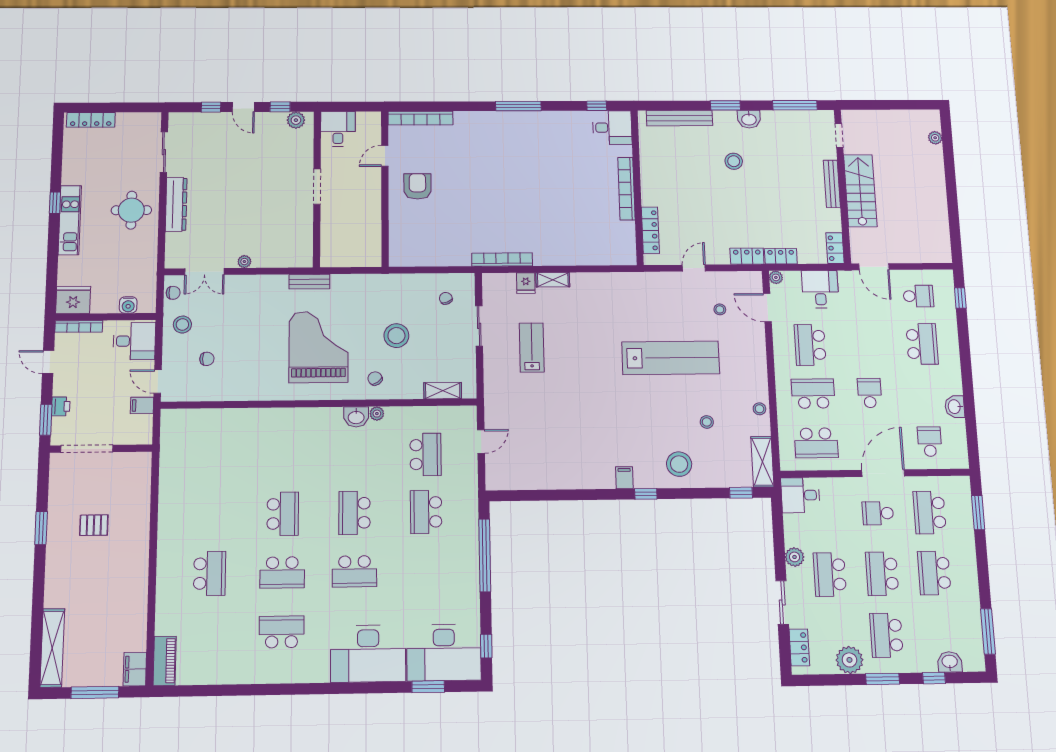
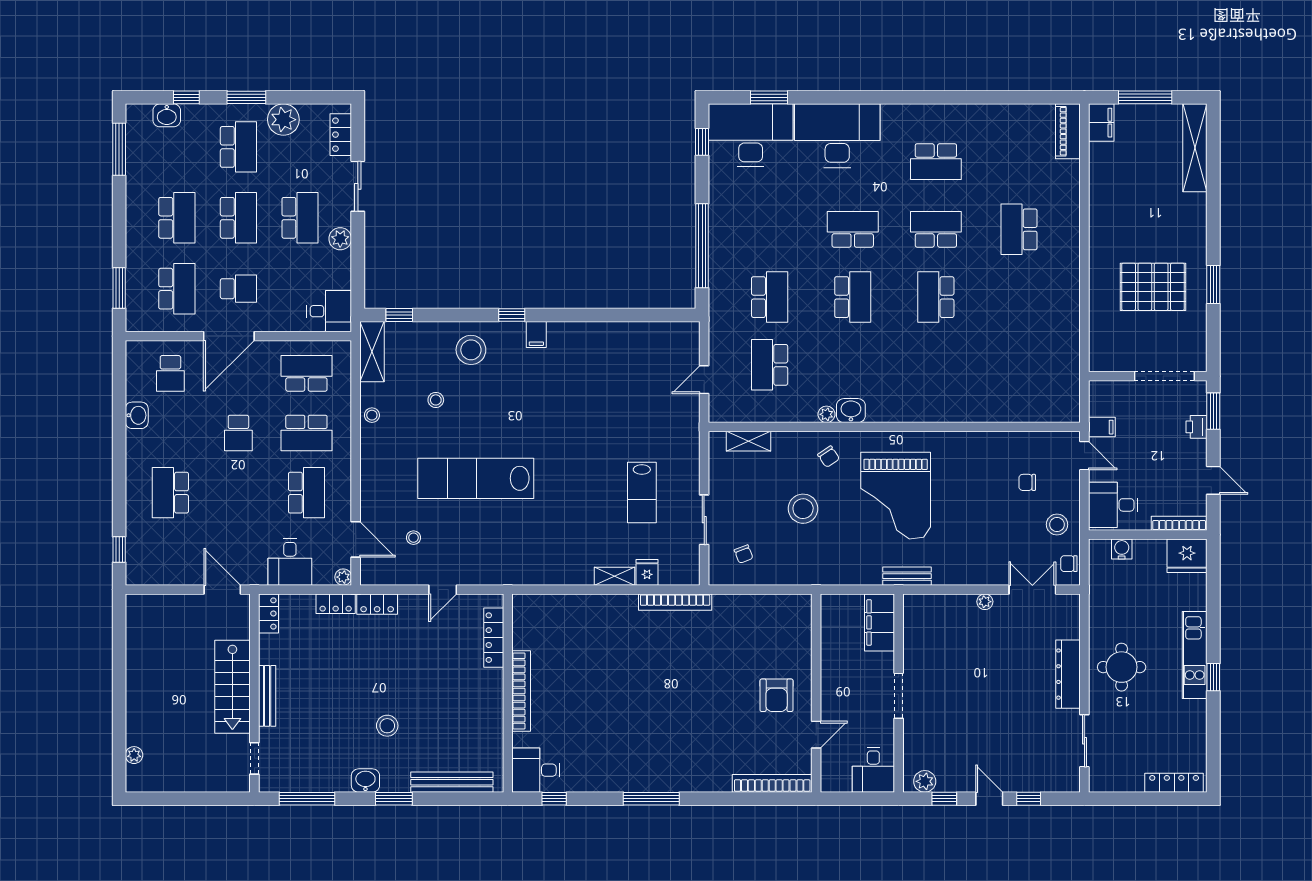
filing cabinet: (333, 244) -> (879, 622), added
school desk: (918, 296) -> (170, 552), removed
pallet: (94, 525) -> (1153, 287), width x2.05, depth x2.00

